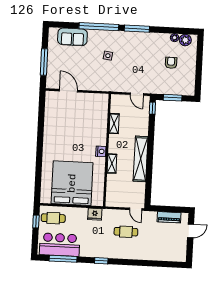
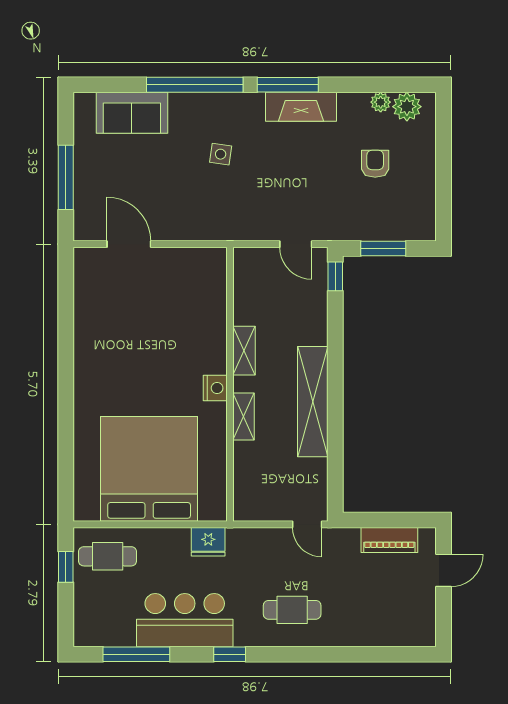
fireplace: (142, 38) -> (301, 107), added
shelving: (114, 124) -> (244, 351), moved
cafe table: (126, 232) -> (292, 610), moved
bar counter: (60, 245) -> (185, 620), moved

